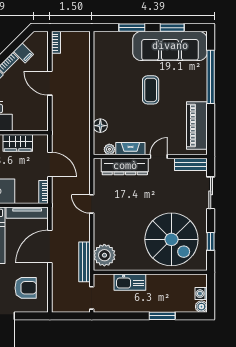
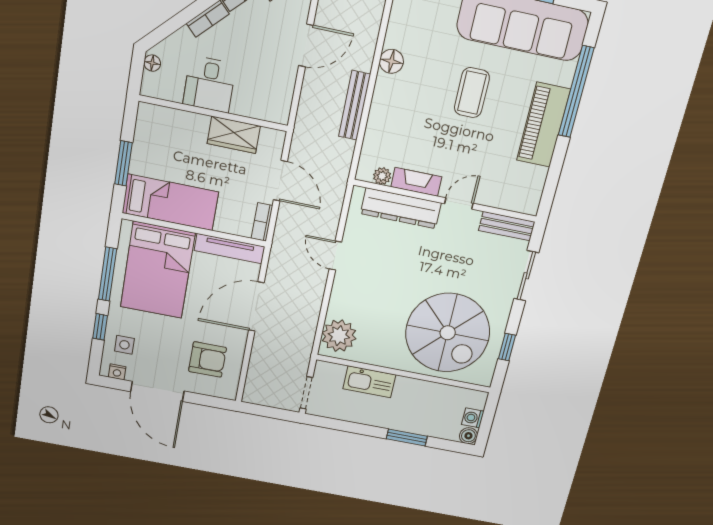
door: (50, 83) -> (306, 46), swing flipped
piano: (197, 125) -> (543, 125), moved
floor lamp: (100, 126) -> (391, 61), moved
bench: (84, 262) -> (355, 105), moved

